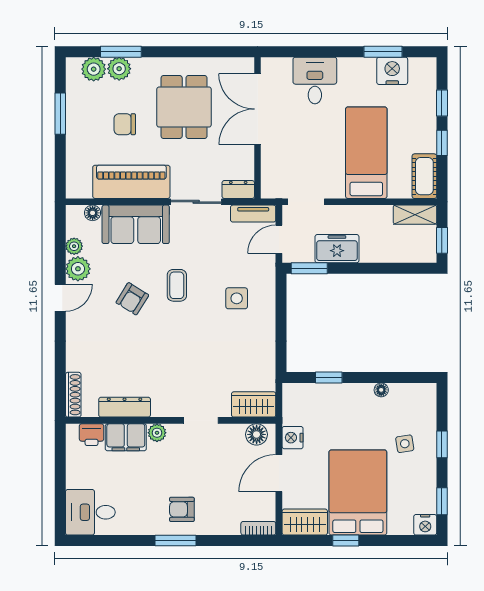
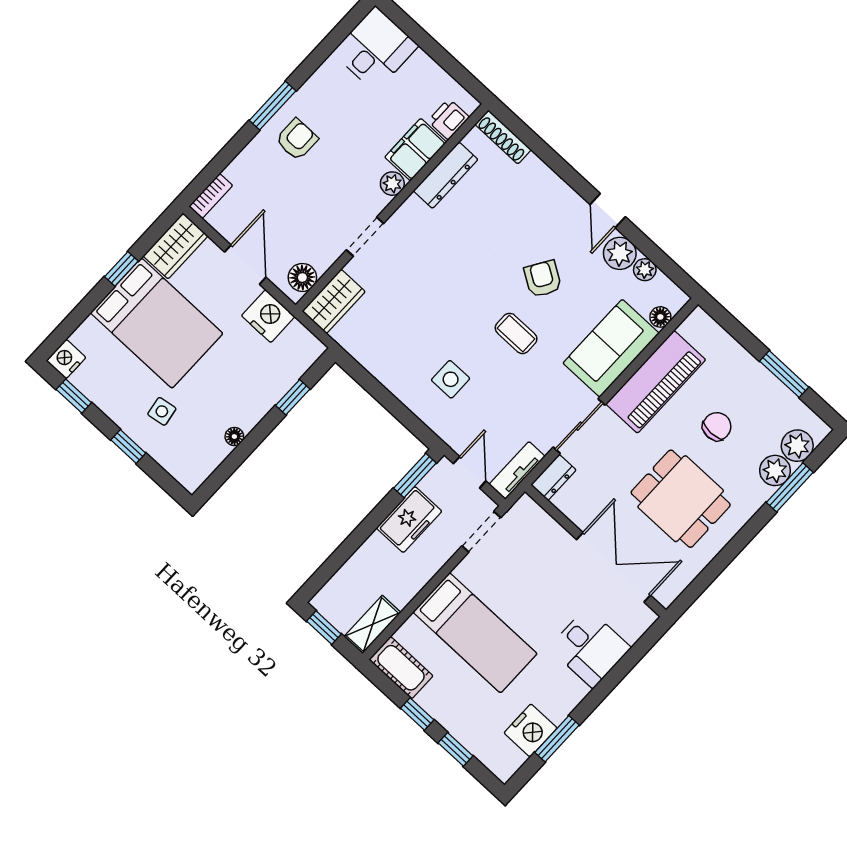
nightstand: (293, 438) -> (268, 316), width x1.36, depth x1.33

